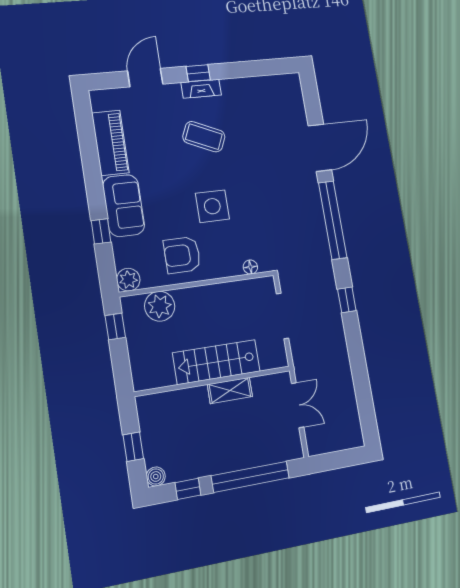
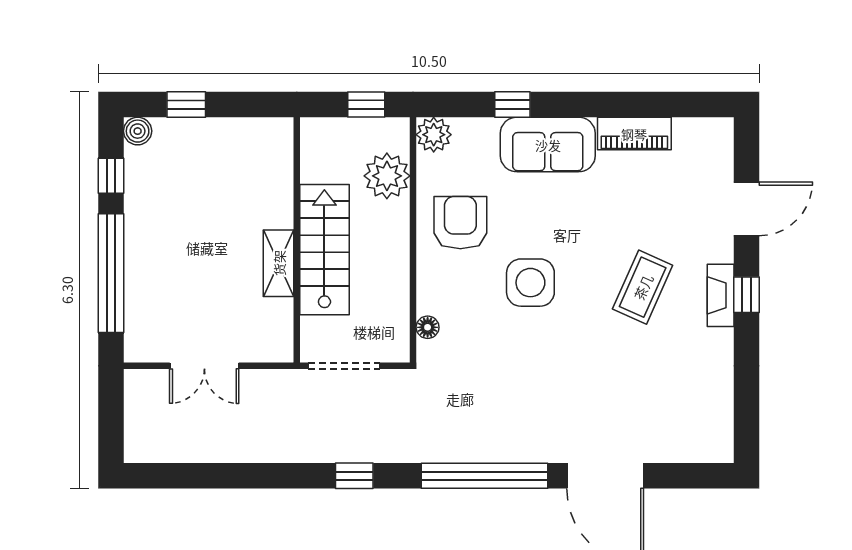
door: (145, 78) -> (747, 209), hinge flipped
piano: (110, 143) -> (634, 134), width x0.73, depth x0.75
stairs: (217, 362) -> (324, 250), moved
wall: (213, 381) -> (297, 240), moved
shelving: (230, 390) -> (279, 263), moved

